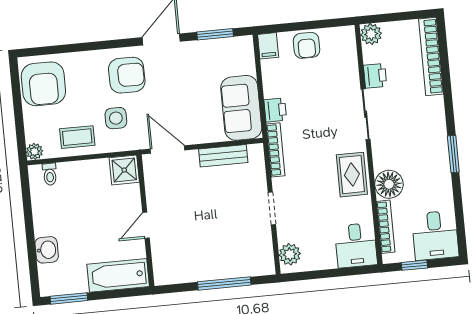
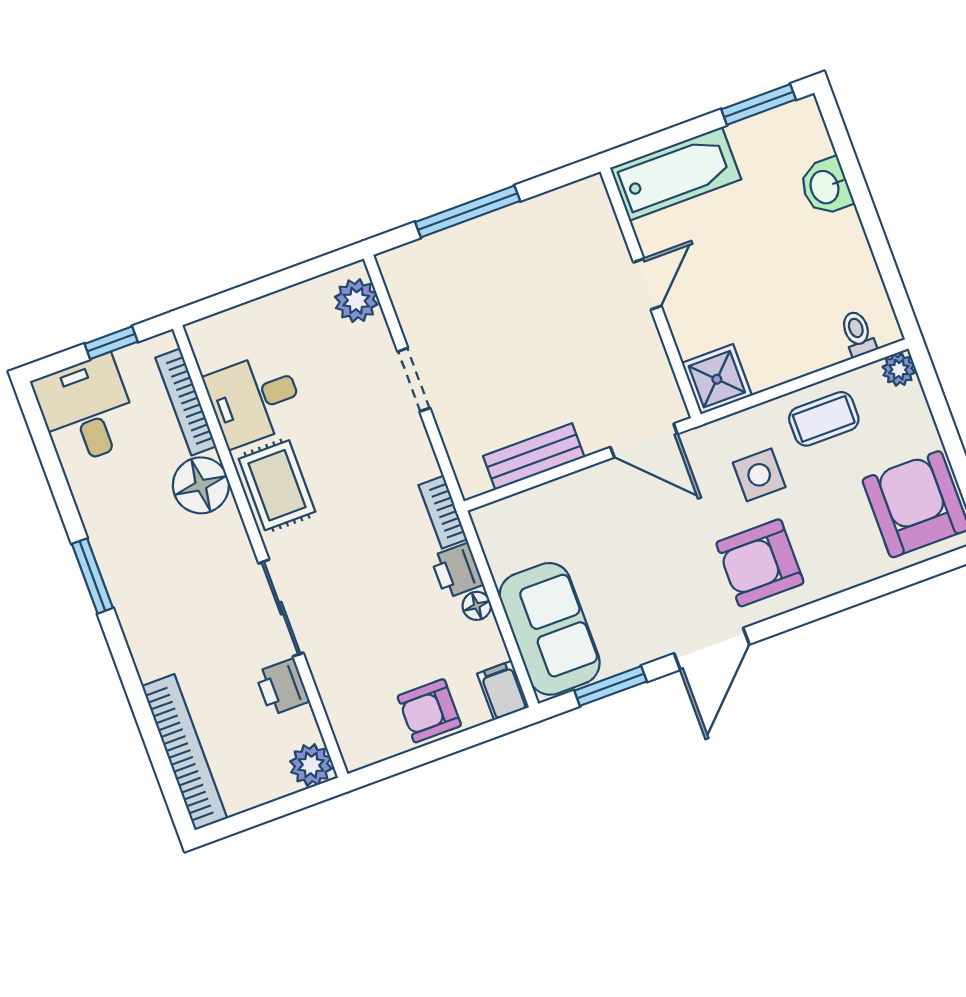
armchair: (307, 45) -> (429, 711), turned -90
floor lamp: (270, 90) -> (477, 606), added
sofa: (241, 108) -> (550, 629), moved
bookcase: (276, 150) -> (443, 512), width x0.64
desk: (356, 245) -> (255, 399), moved, turned -90

